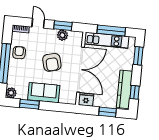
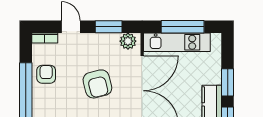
plant: (62, 35) -> (128, 41), moved
window: (138, 56) -> (228, 82), moved

